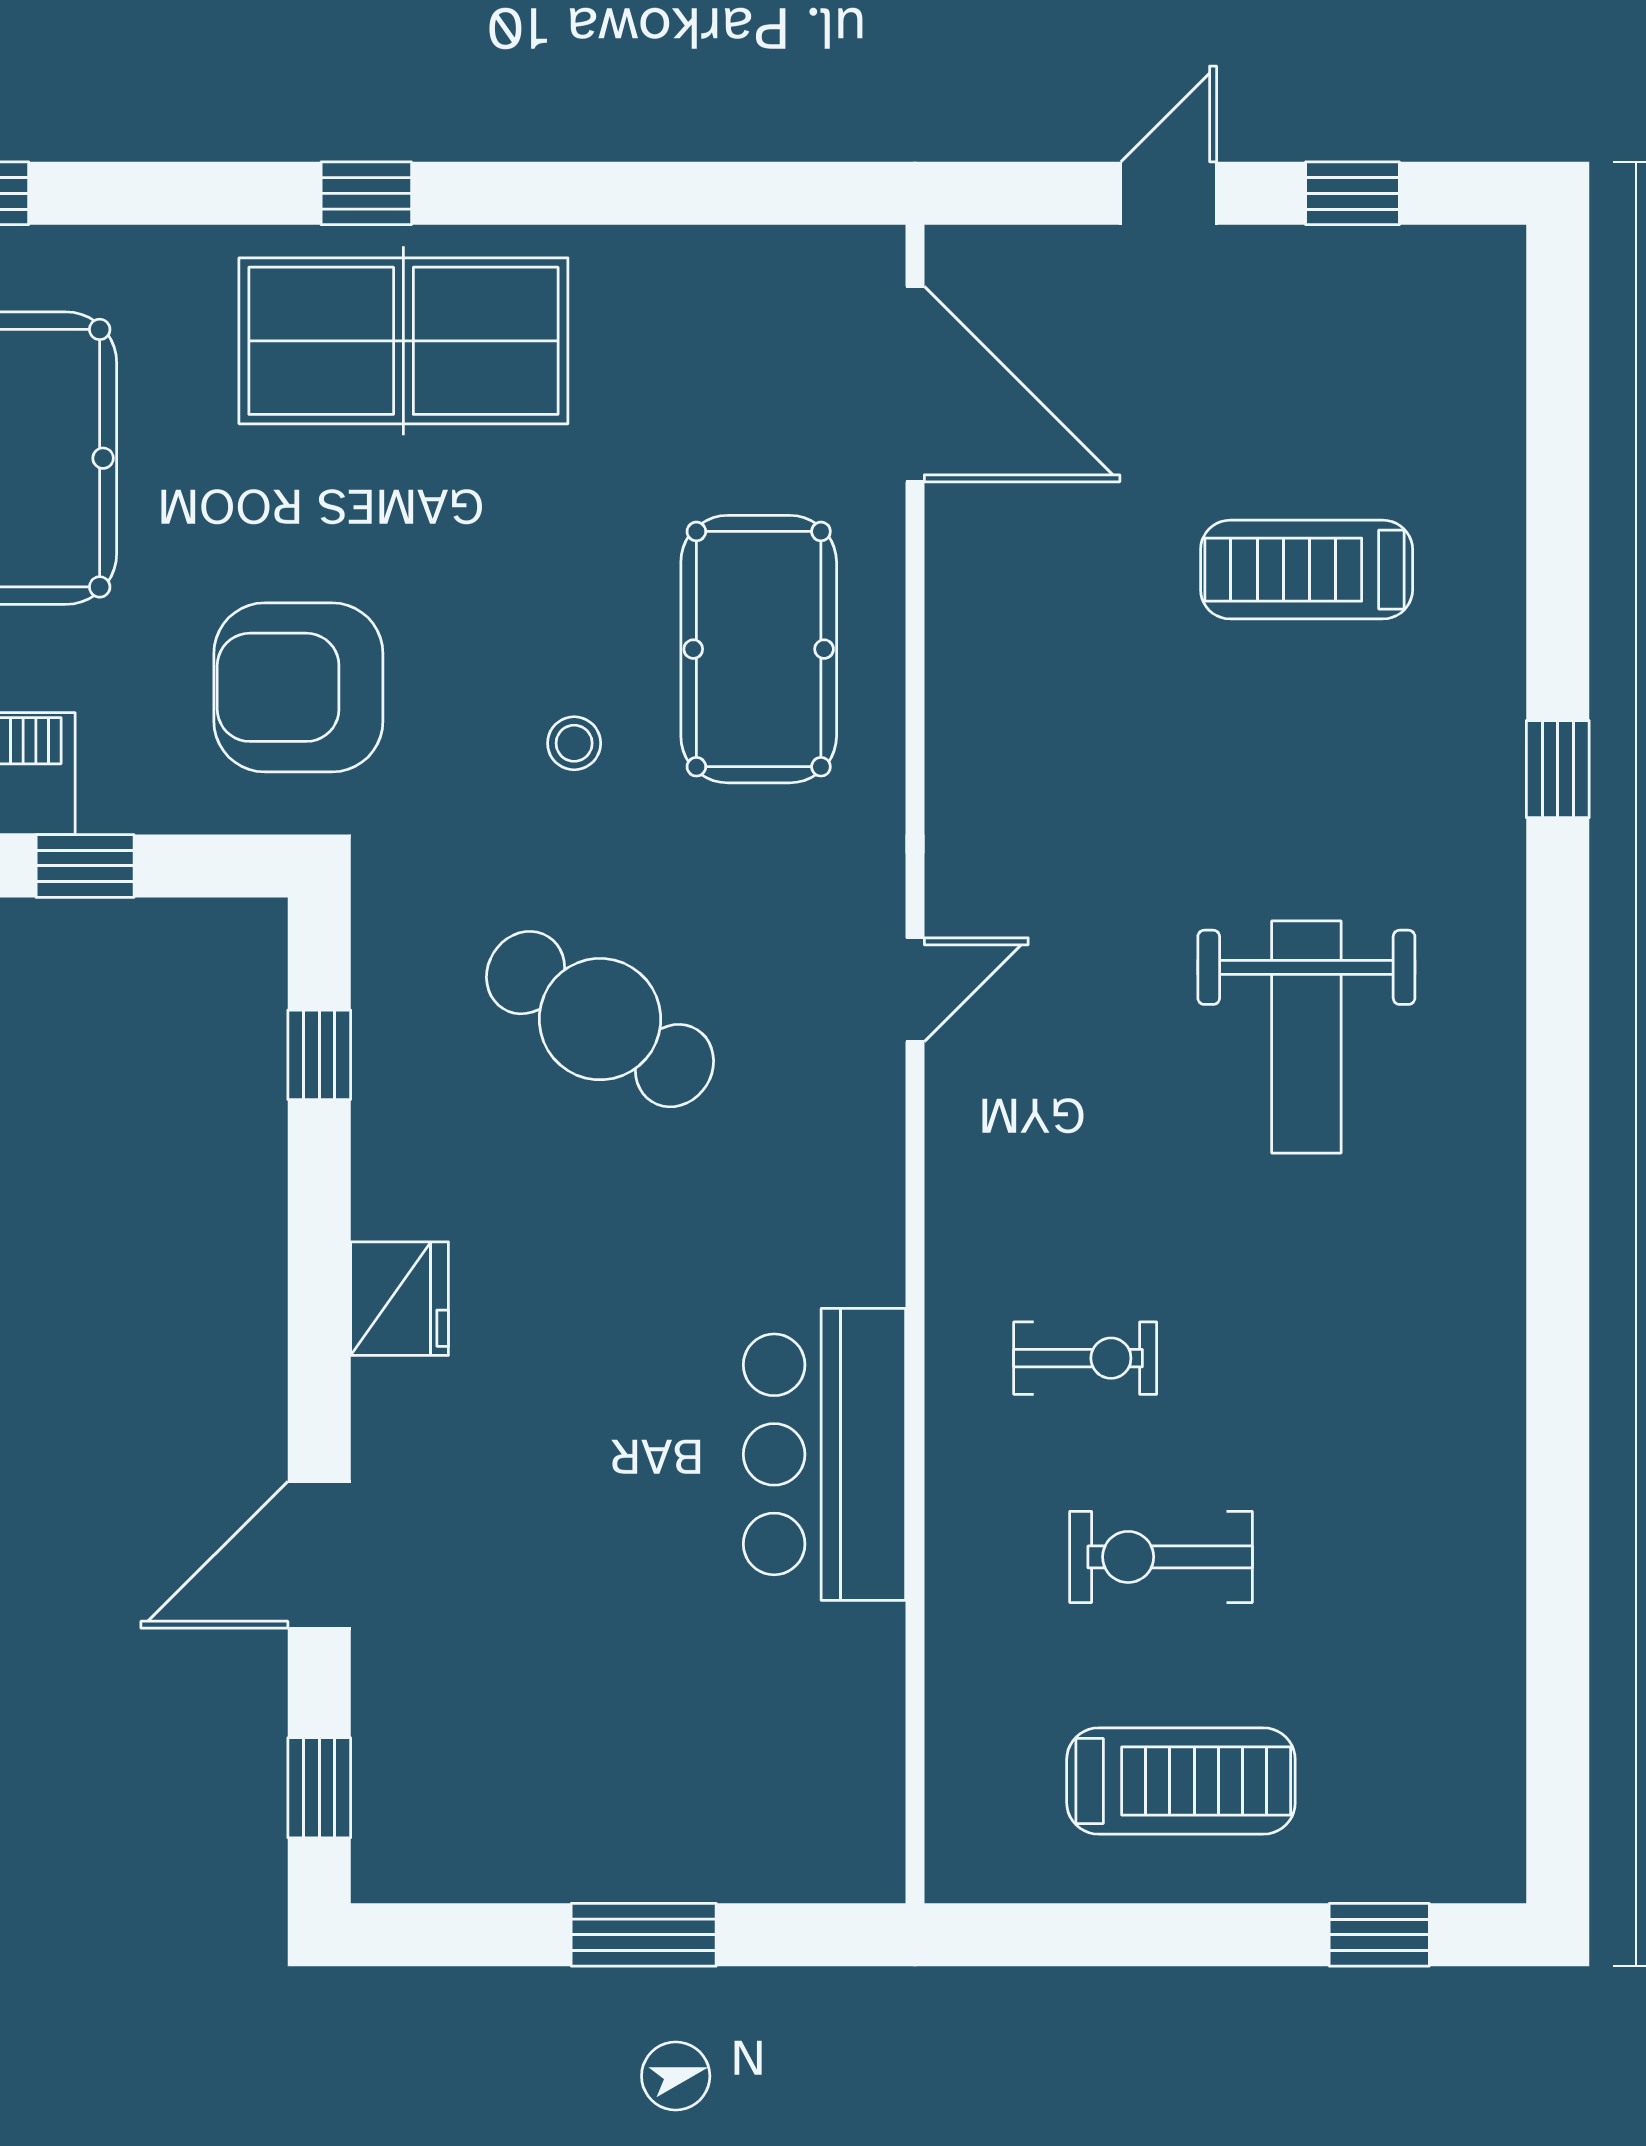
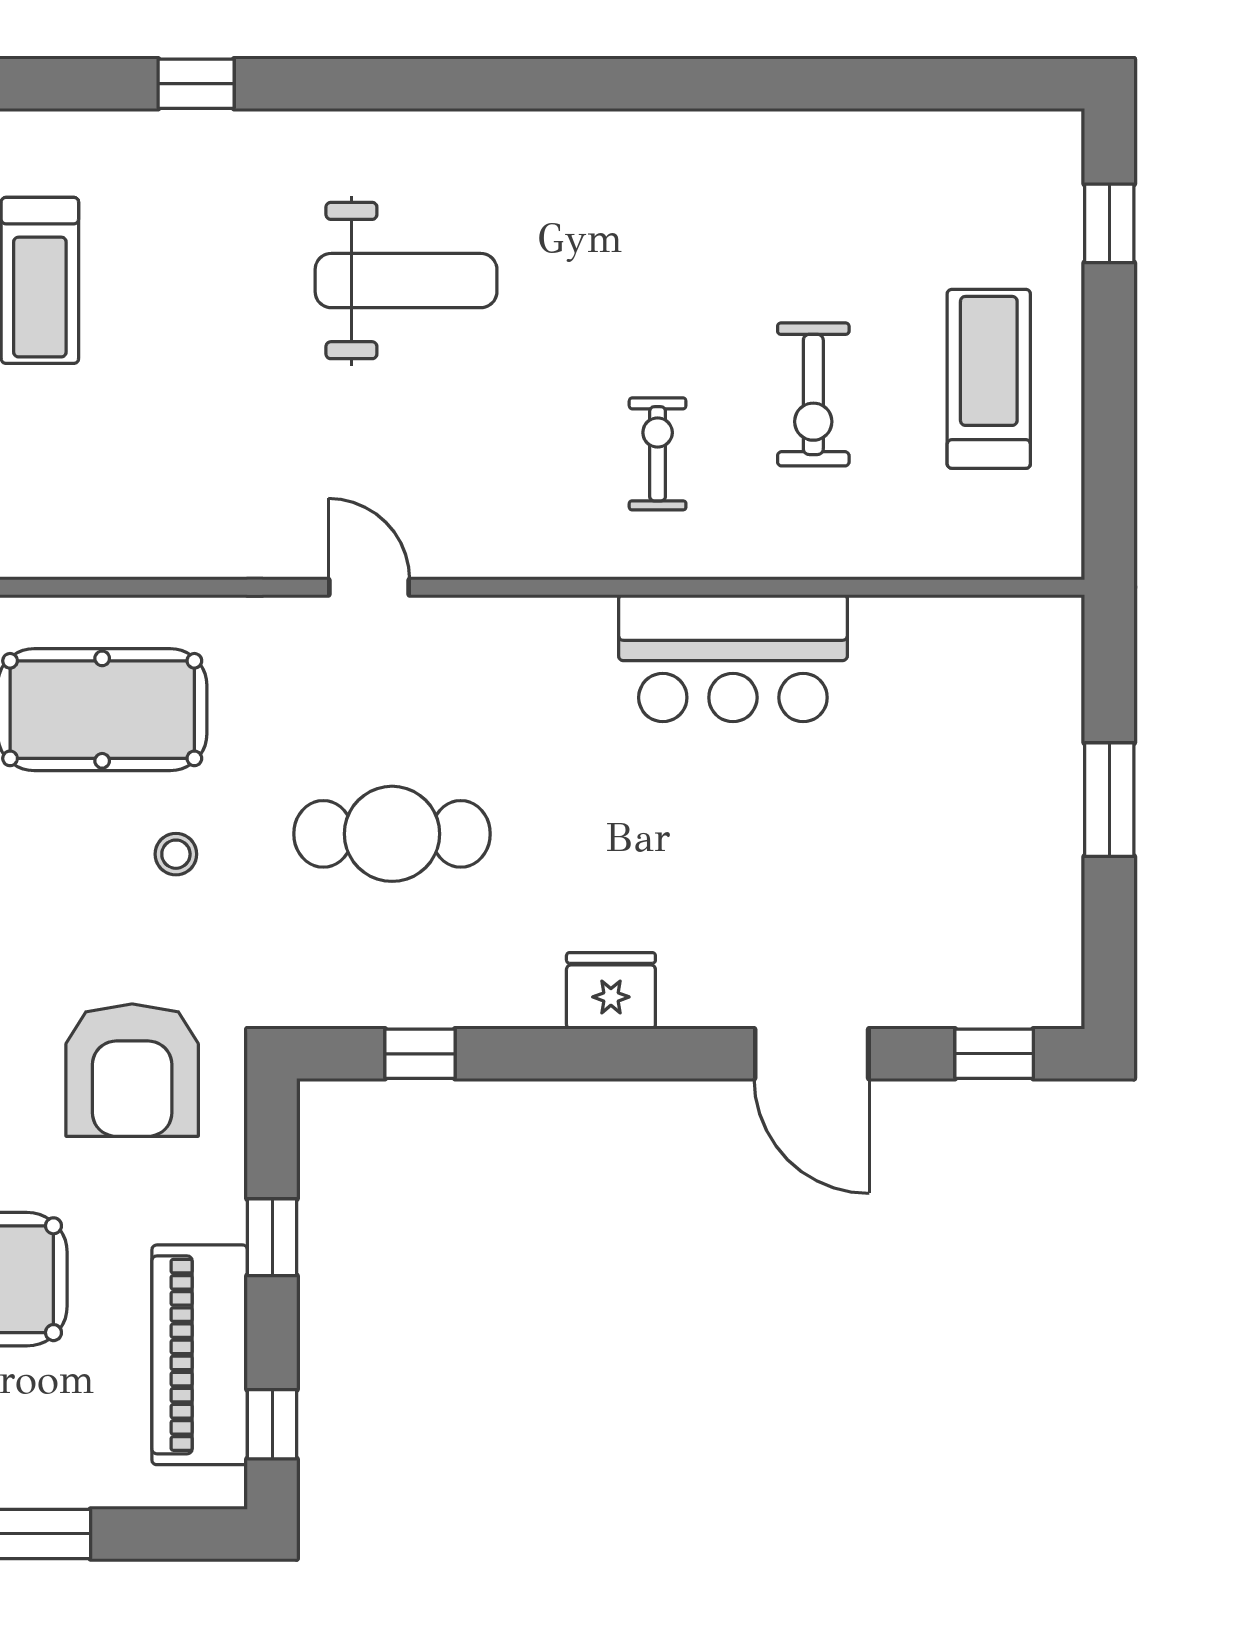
cafe table: (600, 1019) -> (392, 834), turned 58

